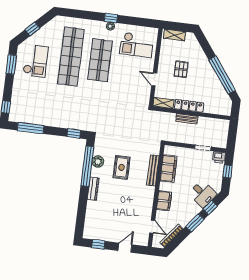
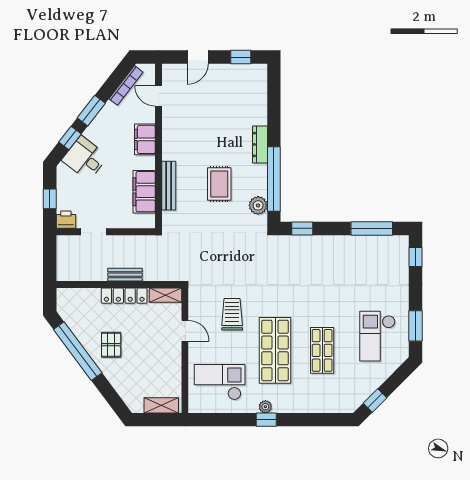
window: (32, 29) -> (375, 401), moved
shop shelf: (71, 57) -> (322, 350), width x0.50, depth x0.74
pallet: (181, 69) -> (111, 345), moved
trolley: (124, 86) -> (232, 314), added
plant: (98, 162) -> (258, 205), moved

